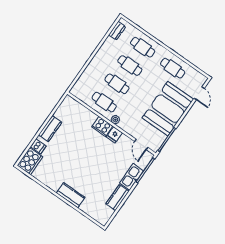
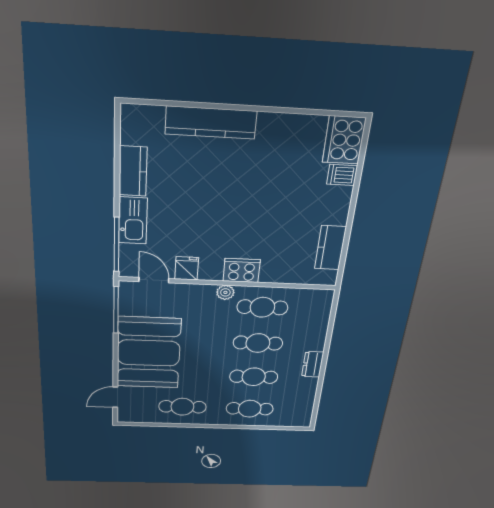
dresser: (117, 31) -> (313, 364), moved
door: (199, 93) -> (115, 397), hinge flipped
kitchen counter: (50, 129) -> (330, 248), moved
fridge: (114, 135) -> (187, 268), moved
kitchen counter: (71, 195) -> (211, 123), width x1.50

